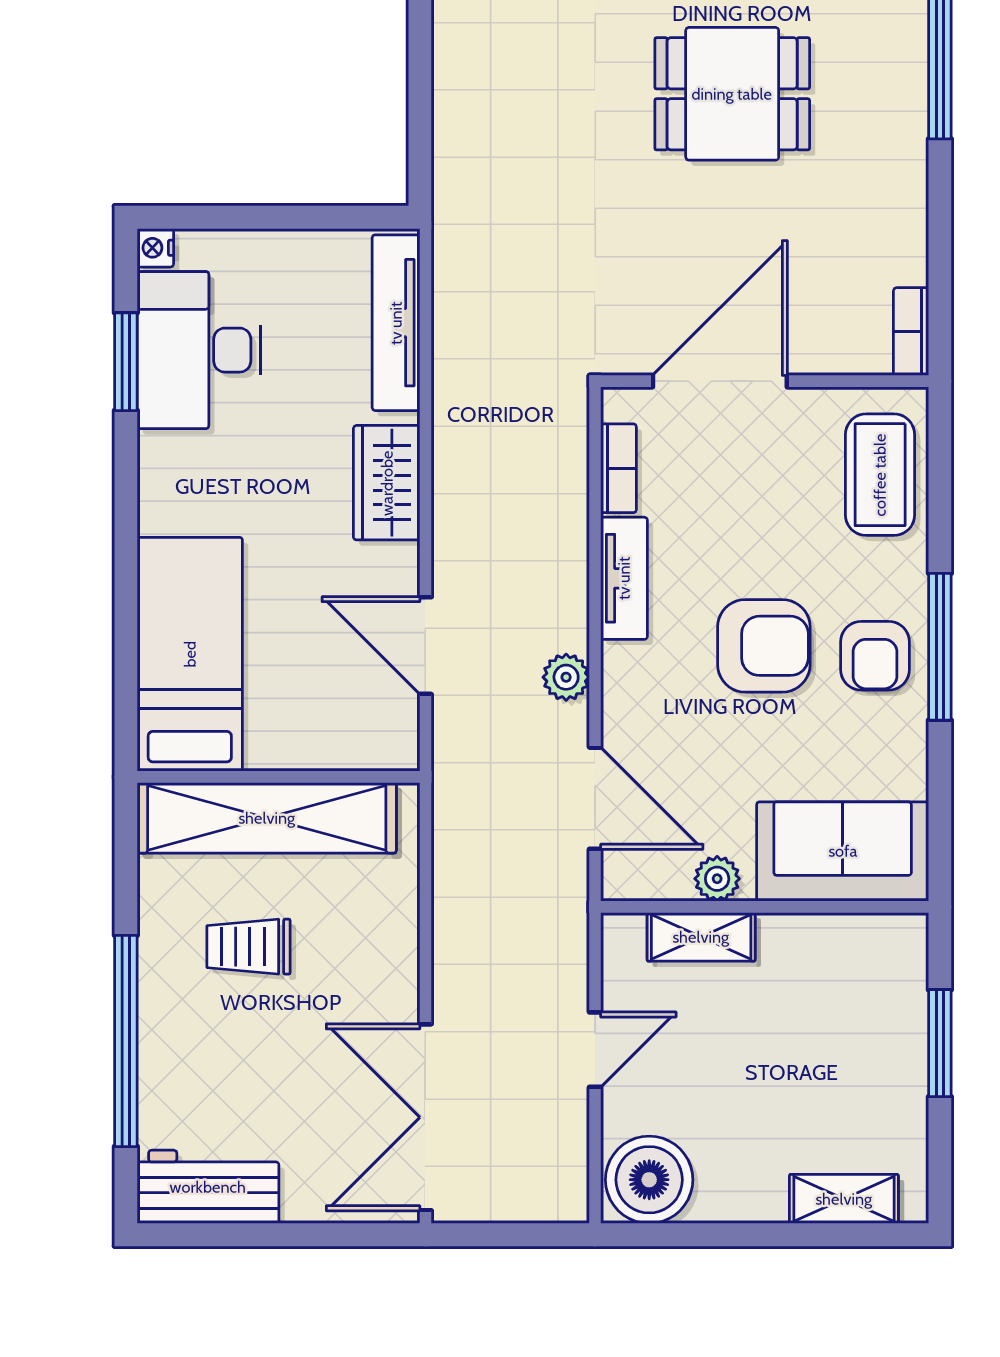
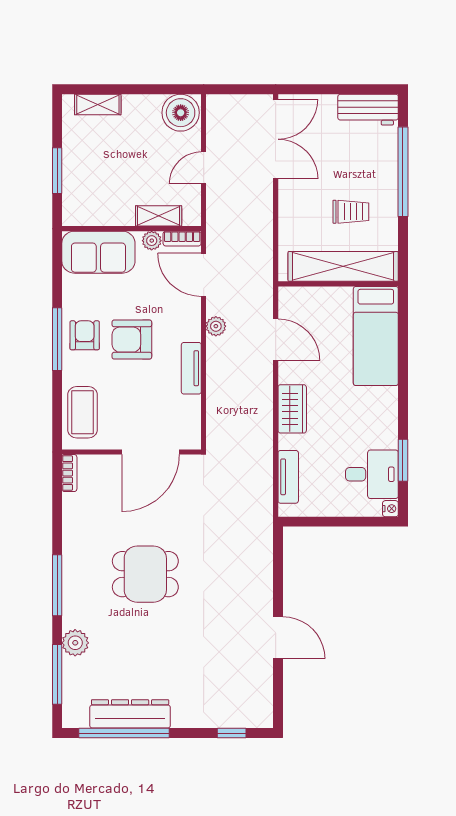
tv unit: (396, 323) -> (288, 477), width x0.71
desk: (199, 350) -> (372, 474), width x0.73
bookcase: (619, 468) -> (182, 239), moved, turned -90

